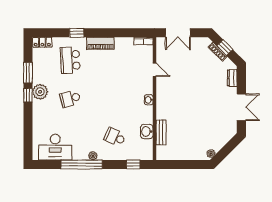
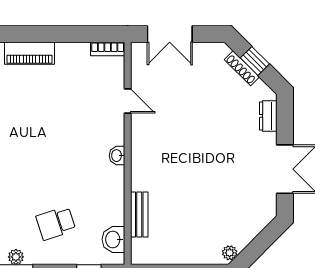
washbasin: (147, 132) -> (113, 239), moved
school desk: (115, 137) -> (56, 223), turned -42

